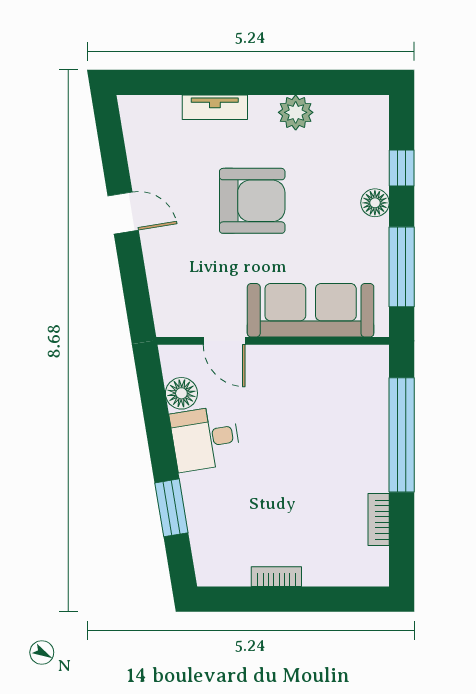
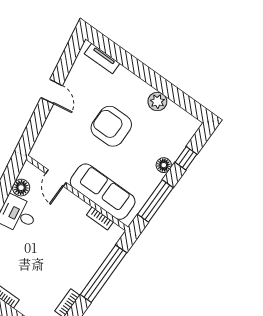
tv unit: (215, 107) -> (102, 59), moved
armchair: (252, 201) -> (111, 126), turned 180
bookcase: (336, 354) -> (100, 218), added

